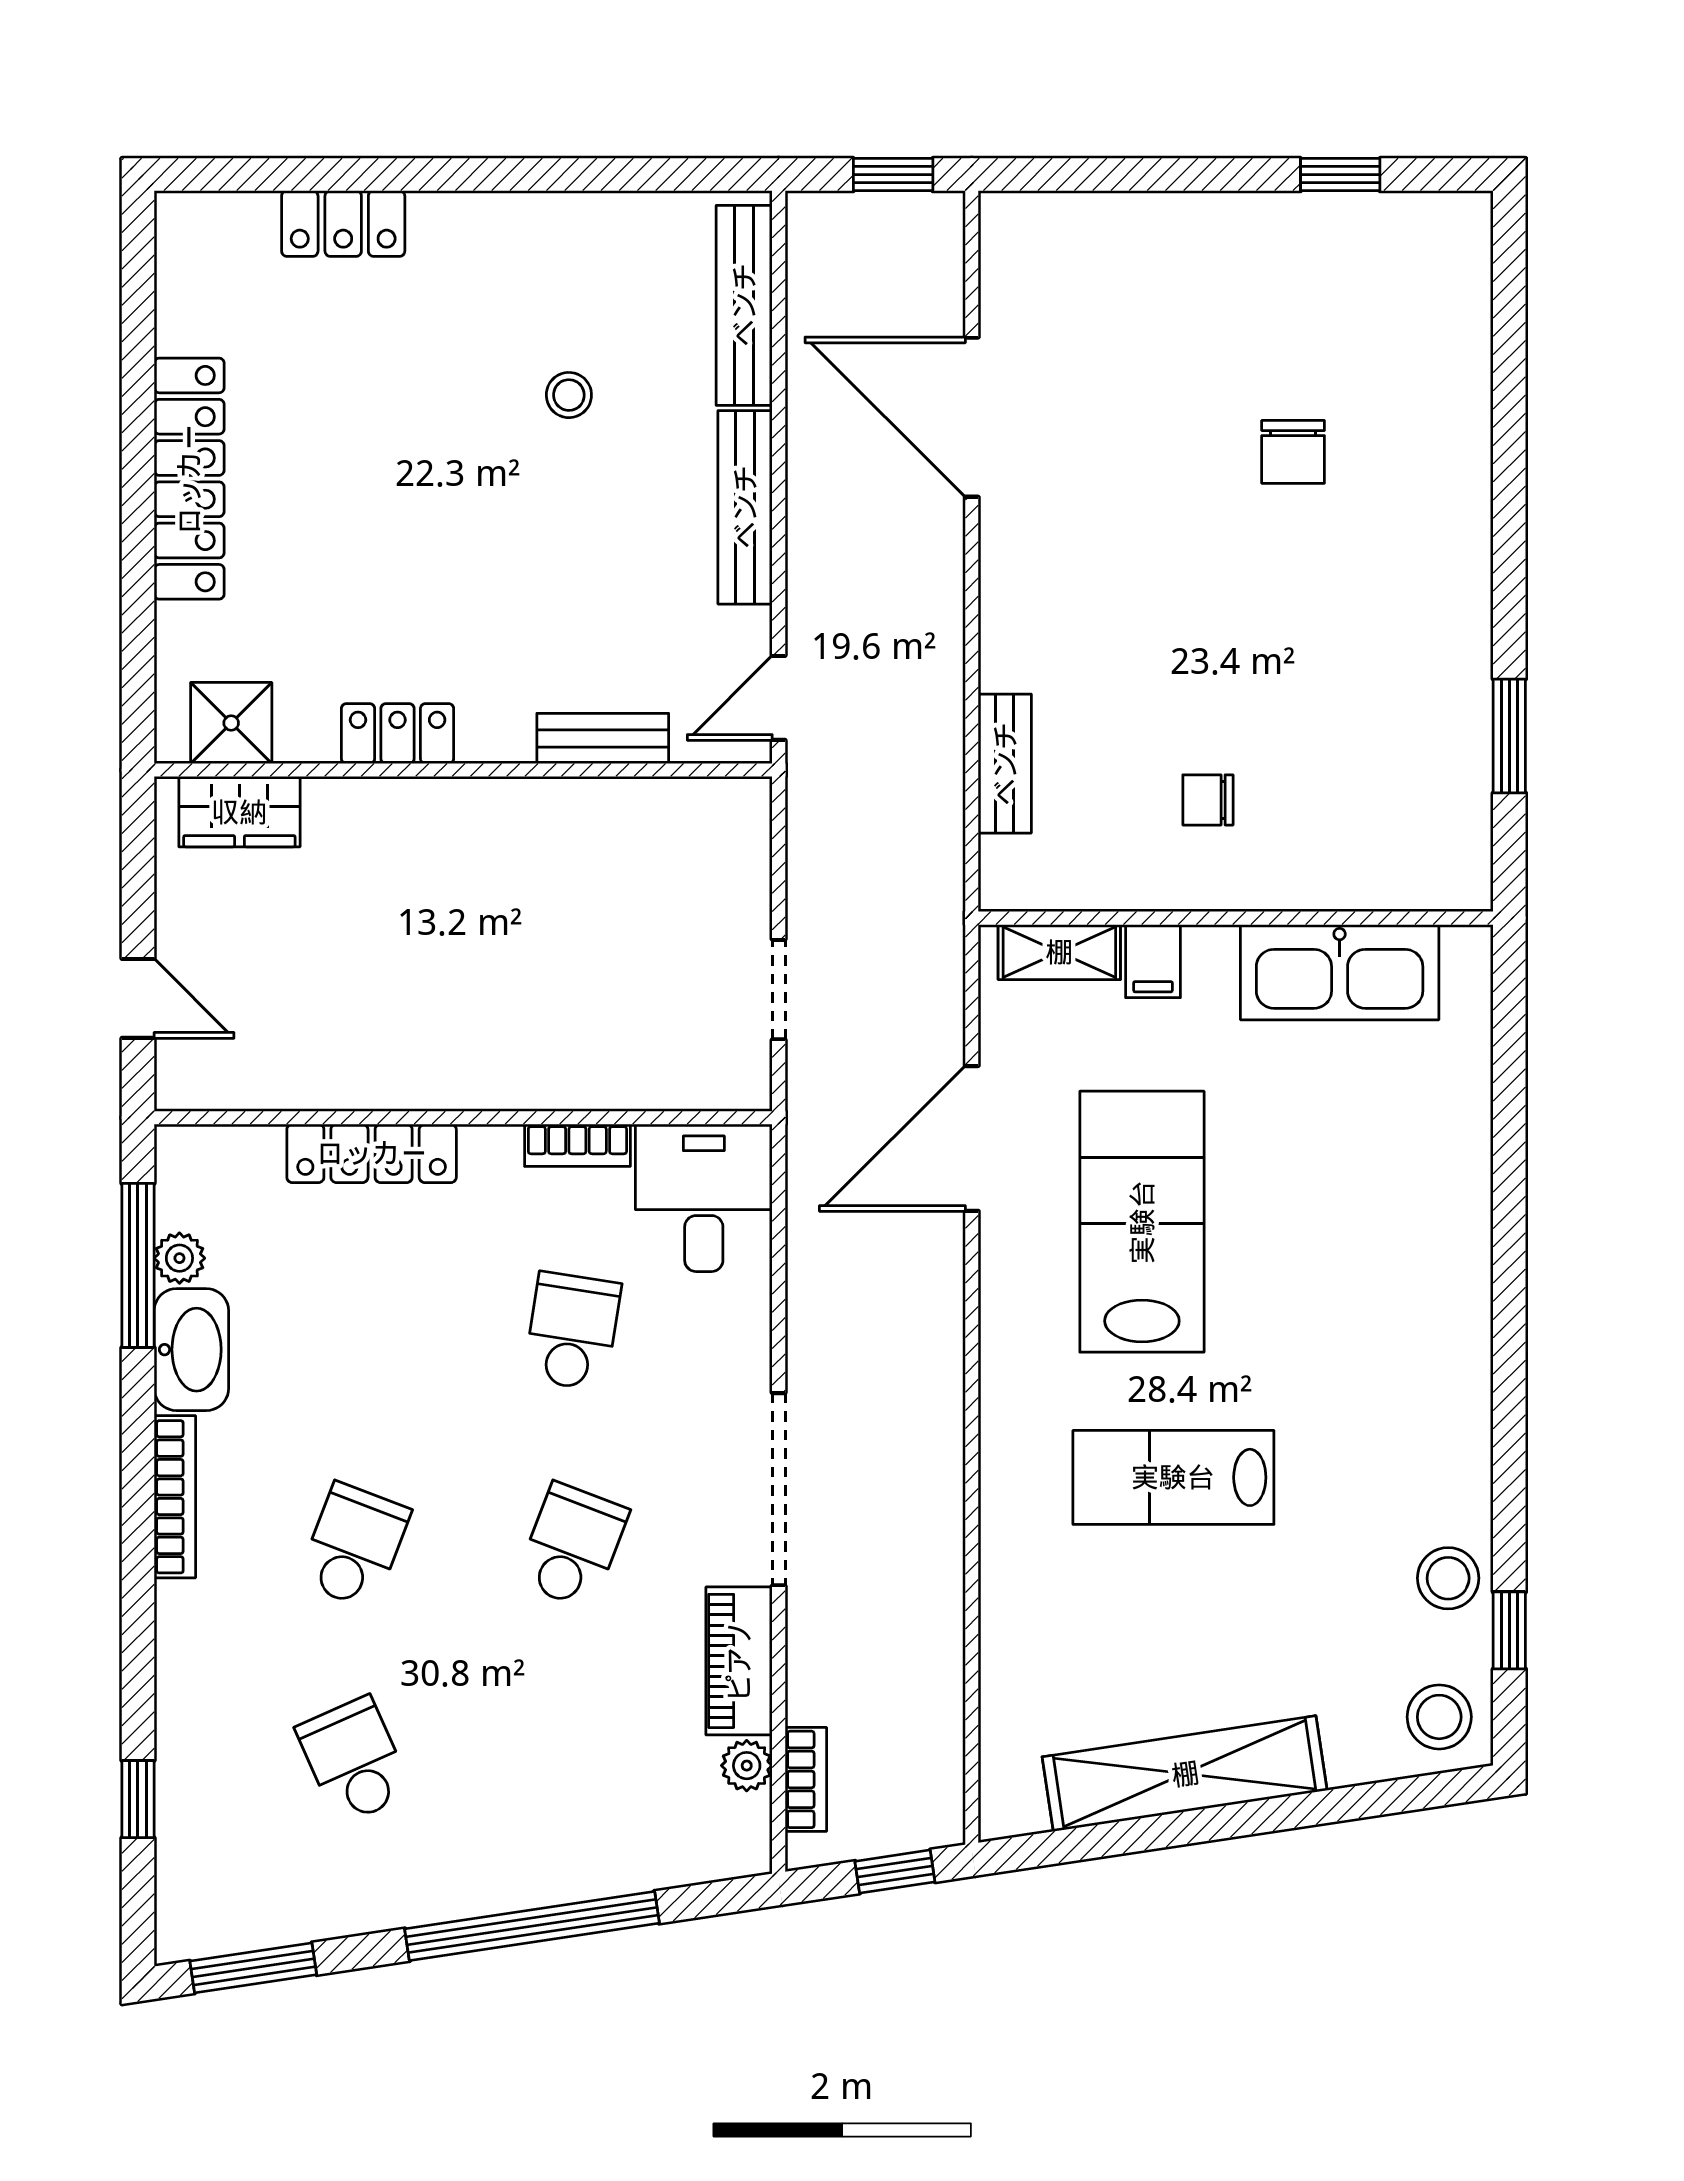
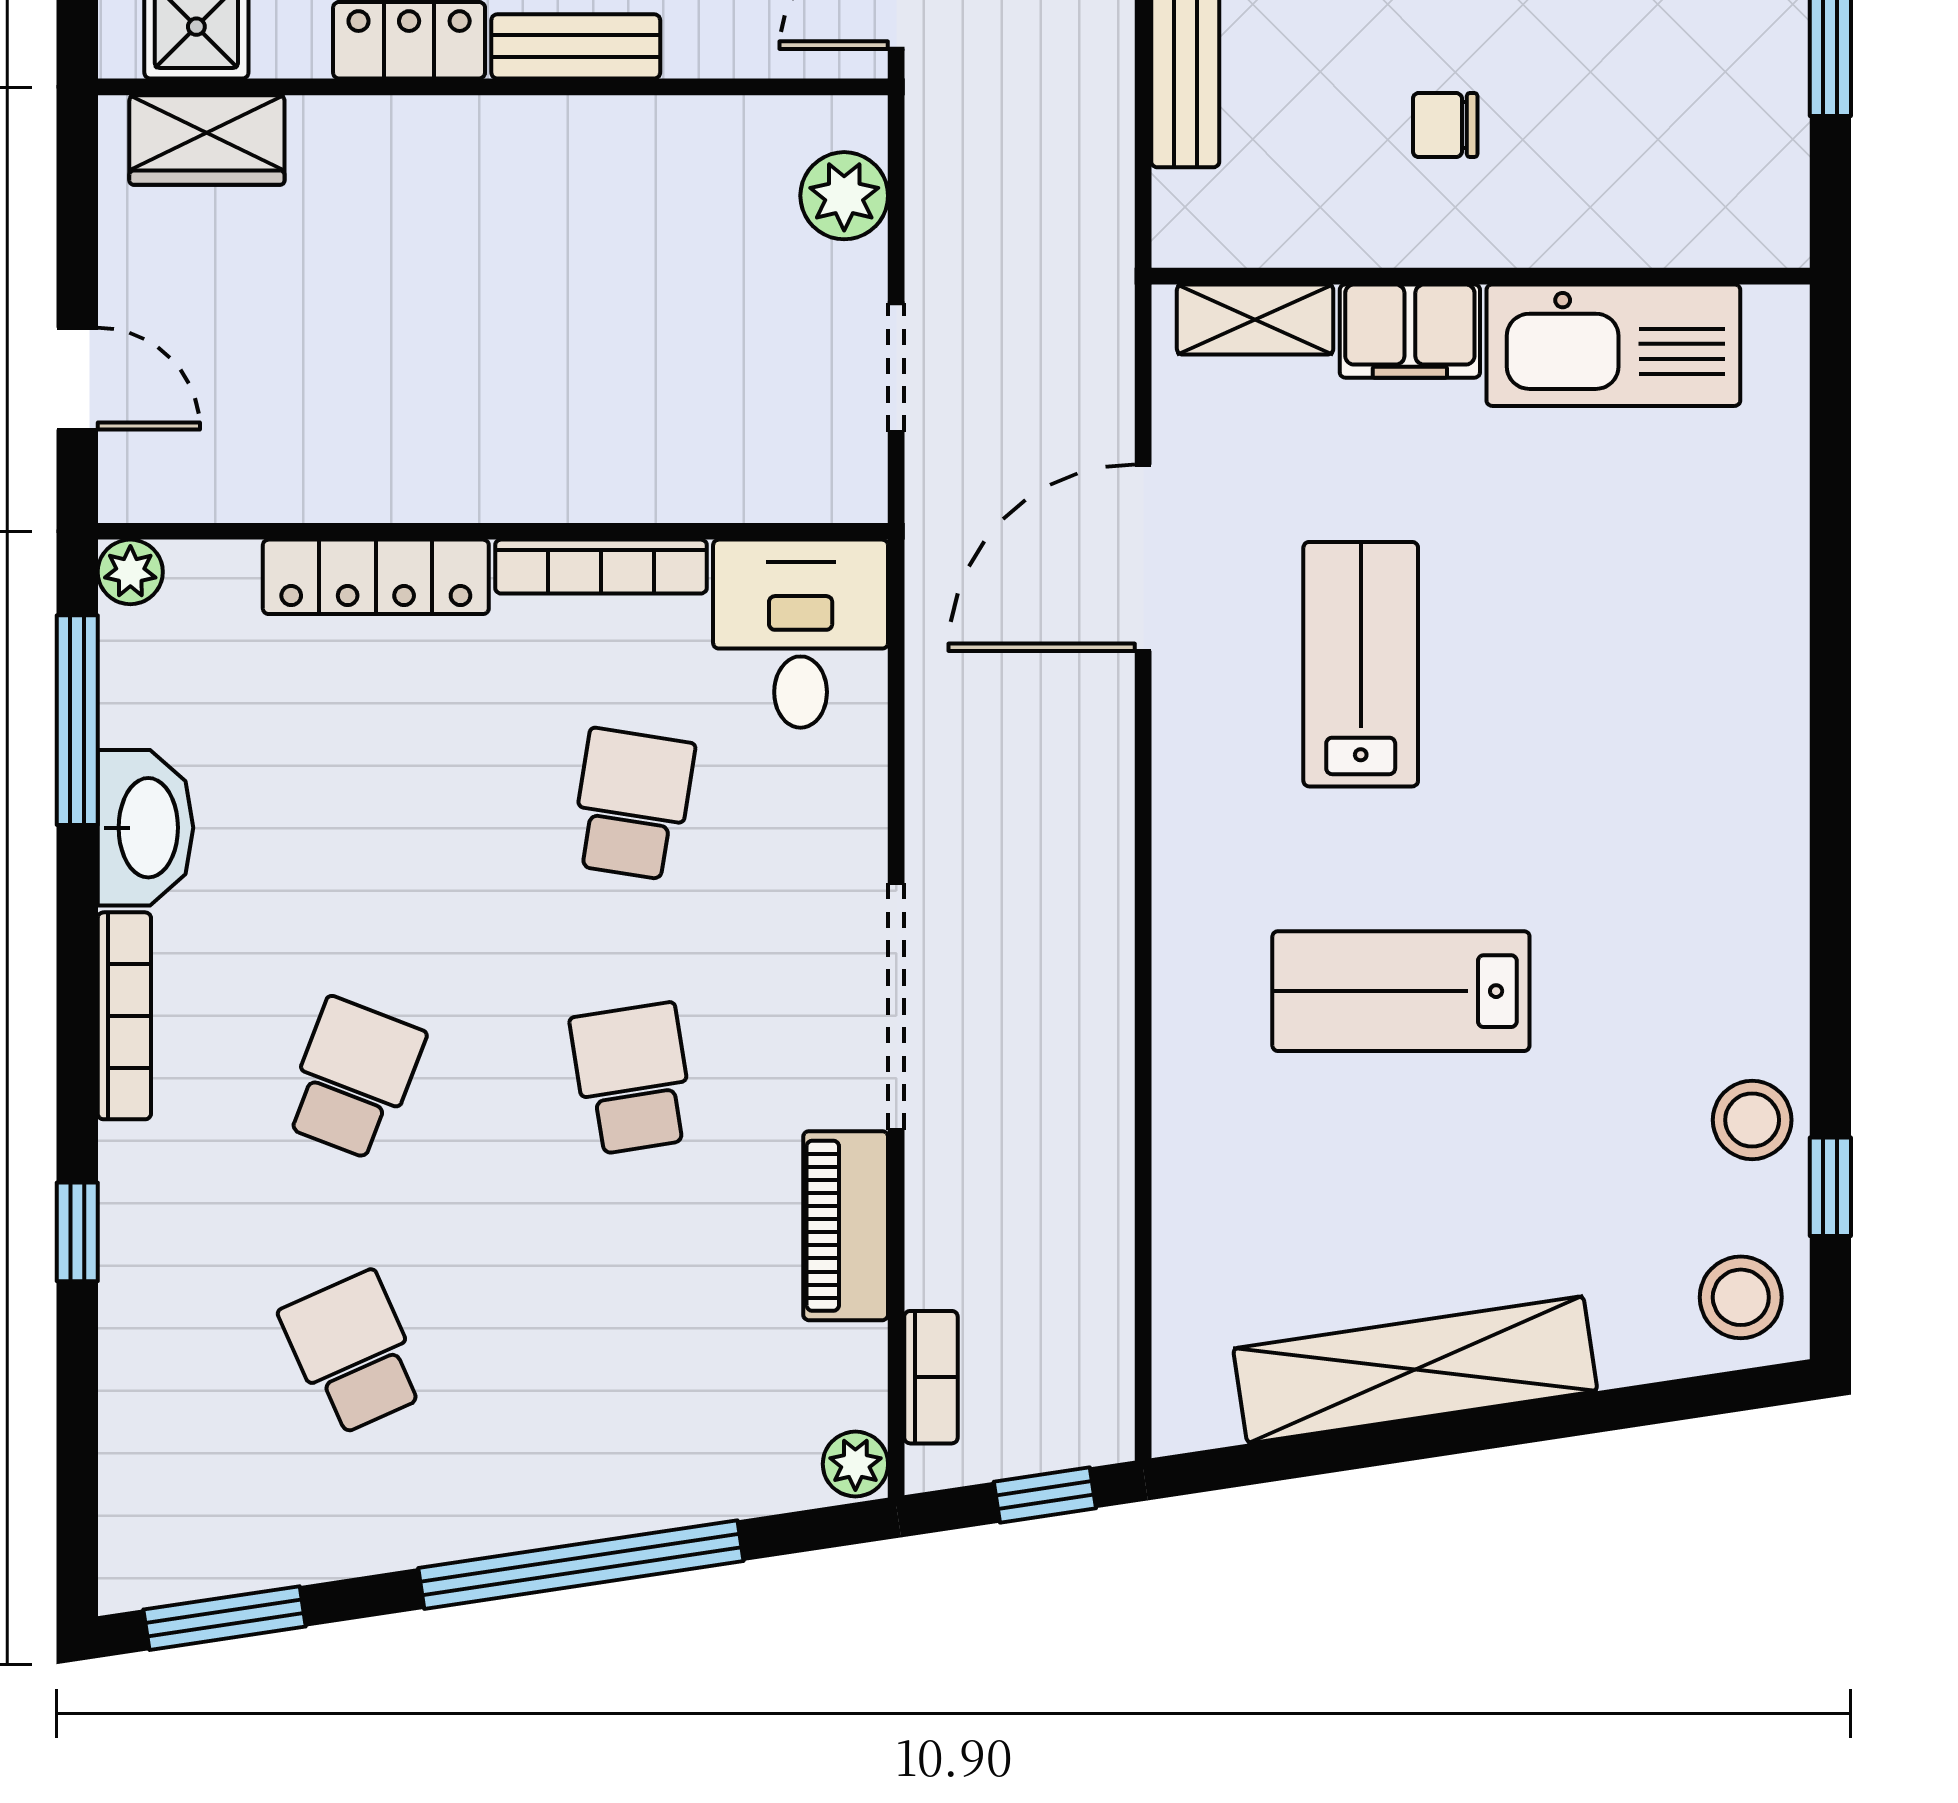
bench: (603, 738) -> (576, 46), moved
plant: (738, 855) -> (844, 196), added
filing cabinet: (1153, 961) -> (1410, 331), width x2.00
bookcase: (577, 1145) -> (601, 567), width x1.56
lab bench: (1142, 1222) -> (1361, 664), width x0.73, depth x0.72
plant: (179, 1258) -> (130, 572), moved
school desk: (572, 1546) -> (632, 1079), turned -30
plant: (747, 1766) -> (855, 1464), moved
window: (138, 1799) -> (77, 1232), moved

